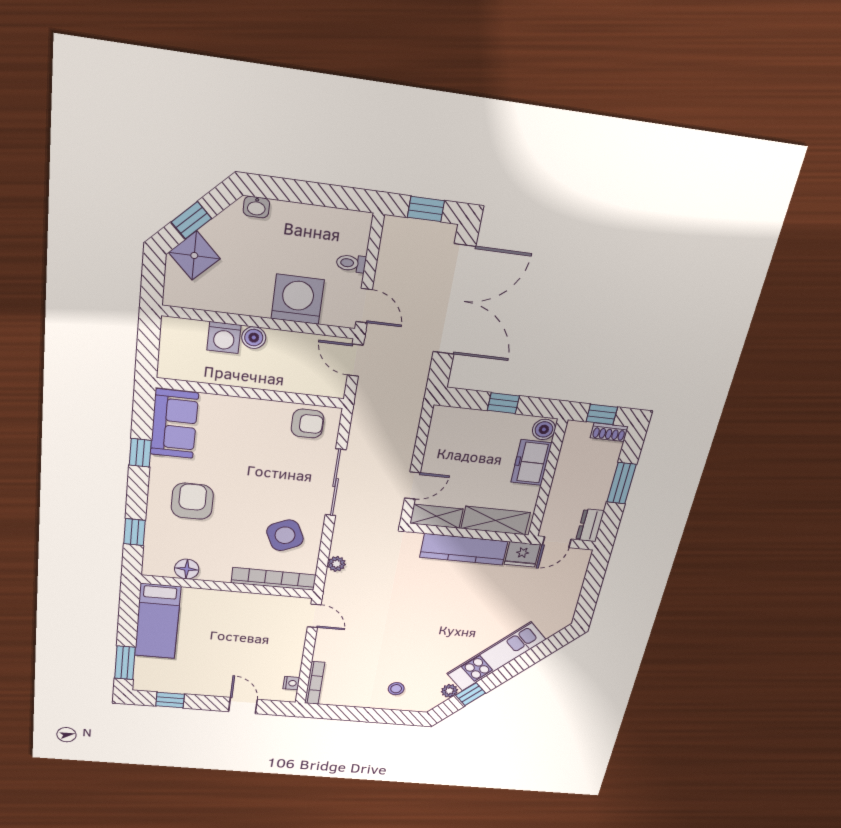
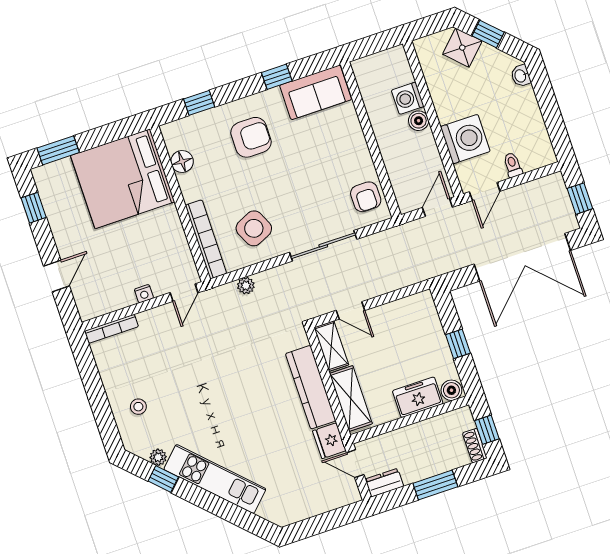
bed: (158, 621) -> (123, 179), width x2.04
nightstand: (291, 683) -> (144, 294), moved

